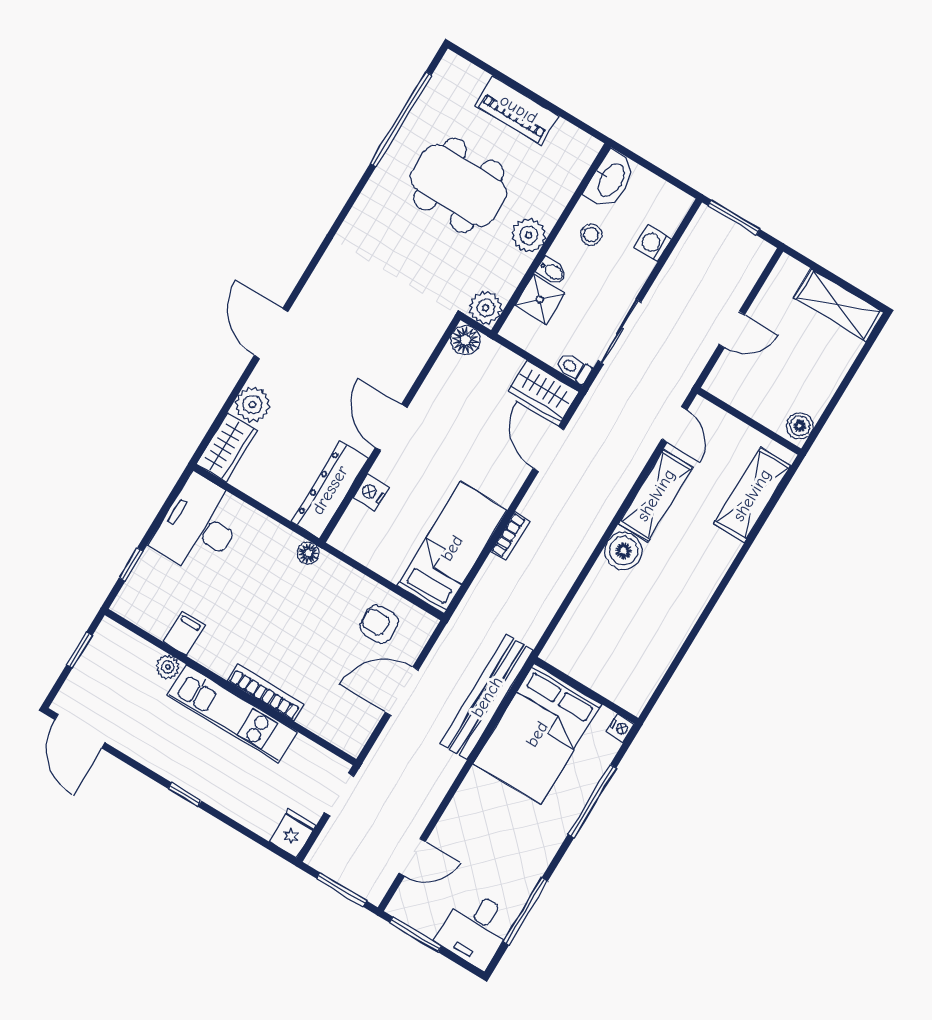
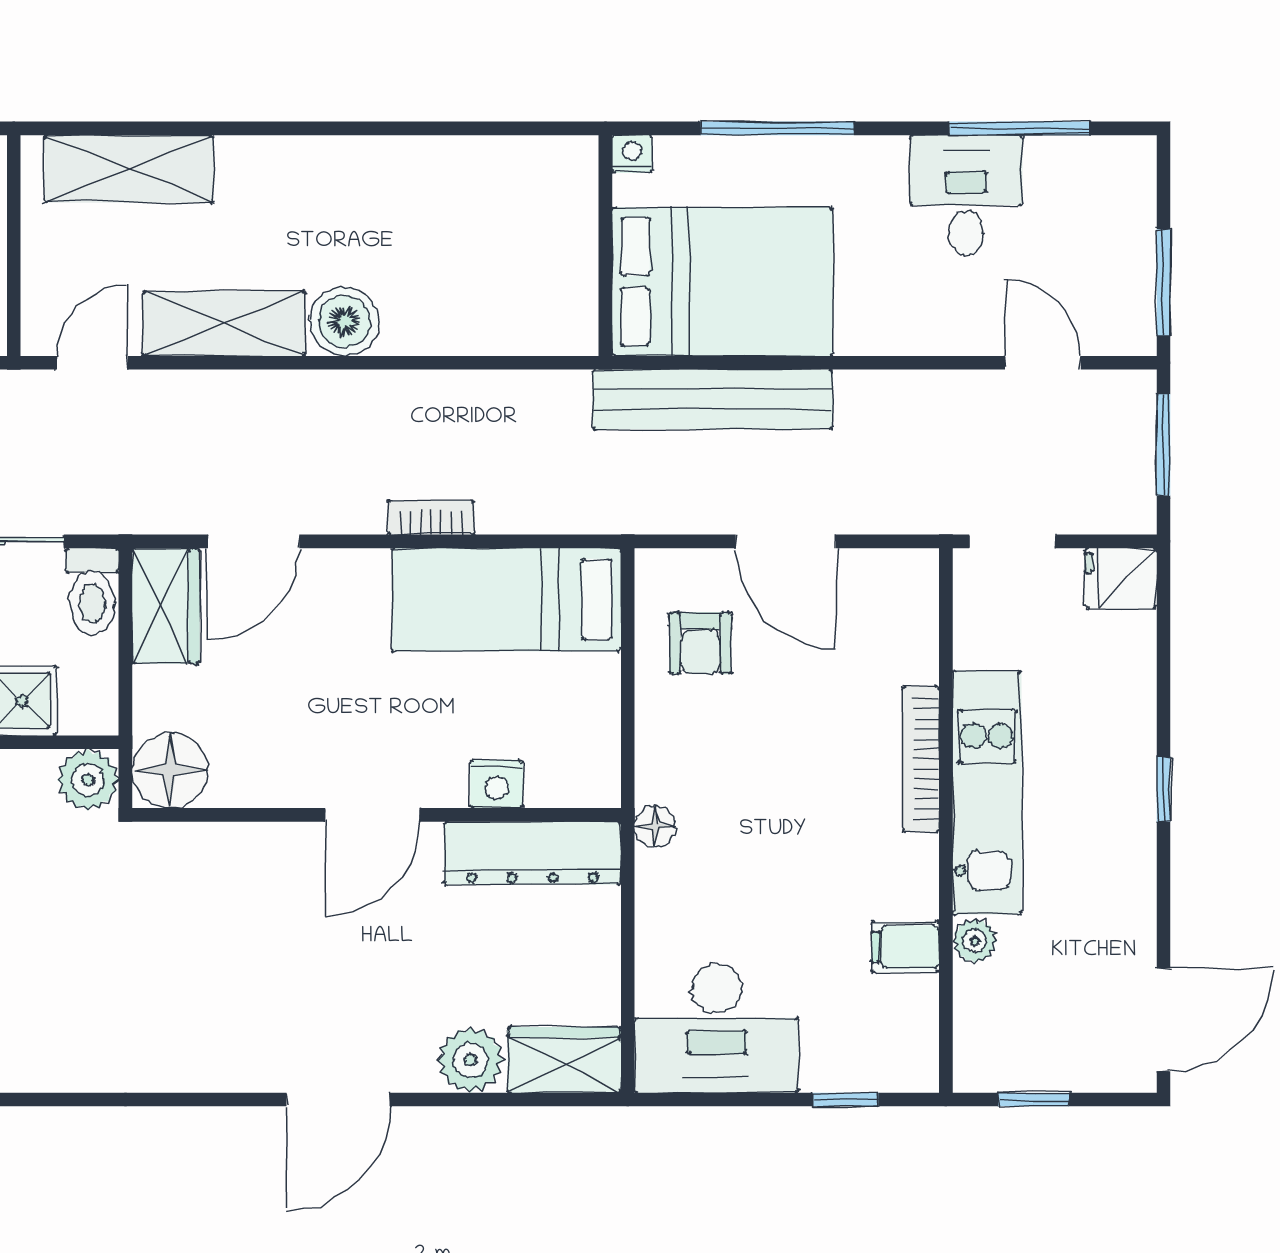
floor lamp: (465, 340) -> (170, 770), width x1.38, depth x1.38
toilet: (574, 368) -> (92, 592), width x1.37, depth x1.39
desk: (476, 929) -> (966, 196), moved, turned -90

